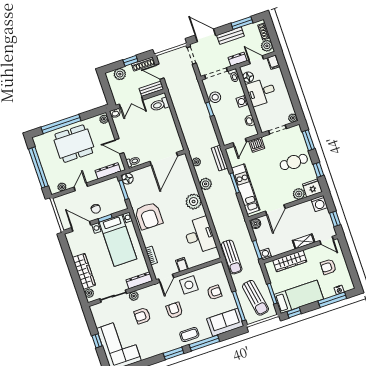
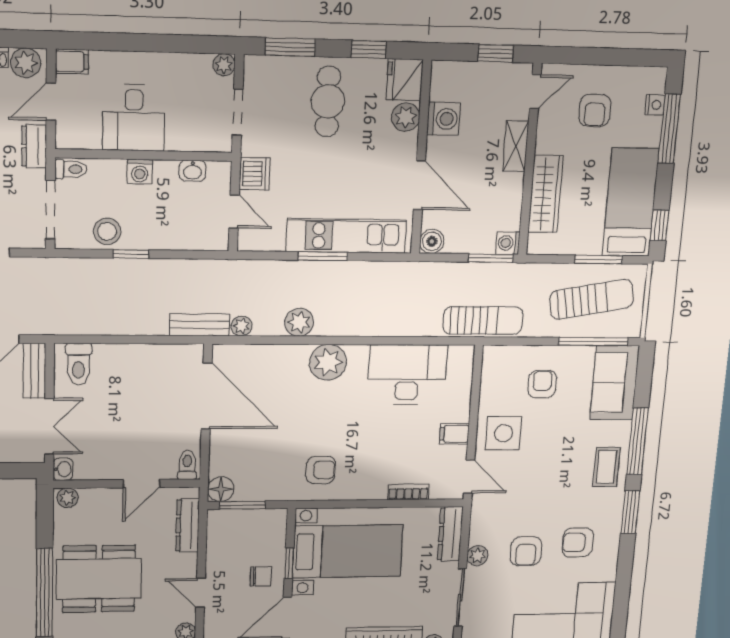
floor lamp: (248, 77) -> (87, 136), removed
dining table: (74, 144) -> (99, 579), turned 90
bench: (220, 158) -> (199, 325), moved
washing machine: (319, 204) -> (444, 119), moved
armchair: (149, 216) -> (321, 470), width x0.53, depth x0.53
armchair: (174, 310) -> (578, 542), moved

